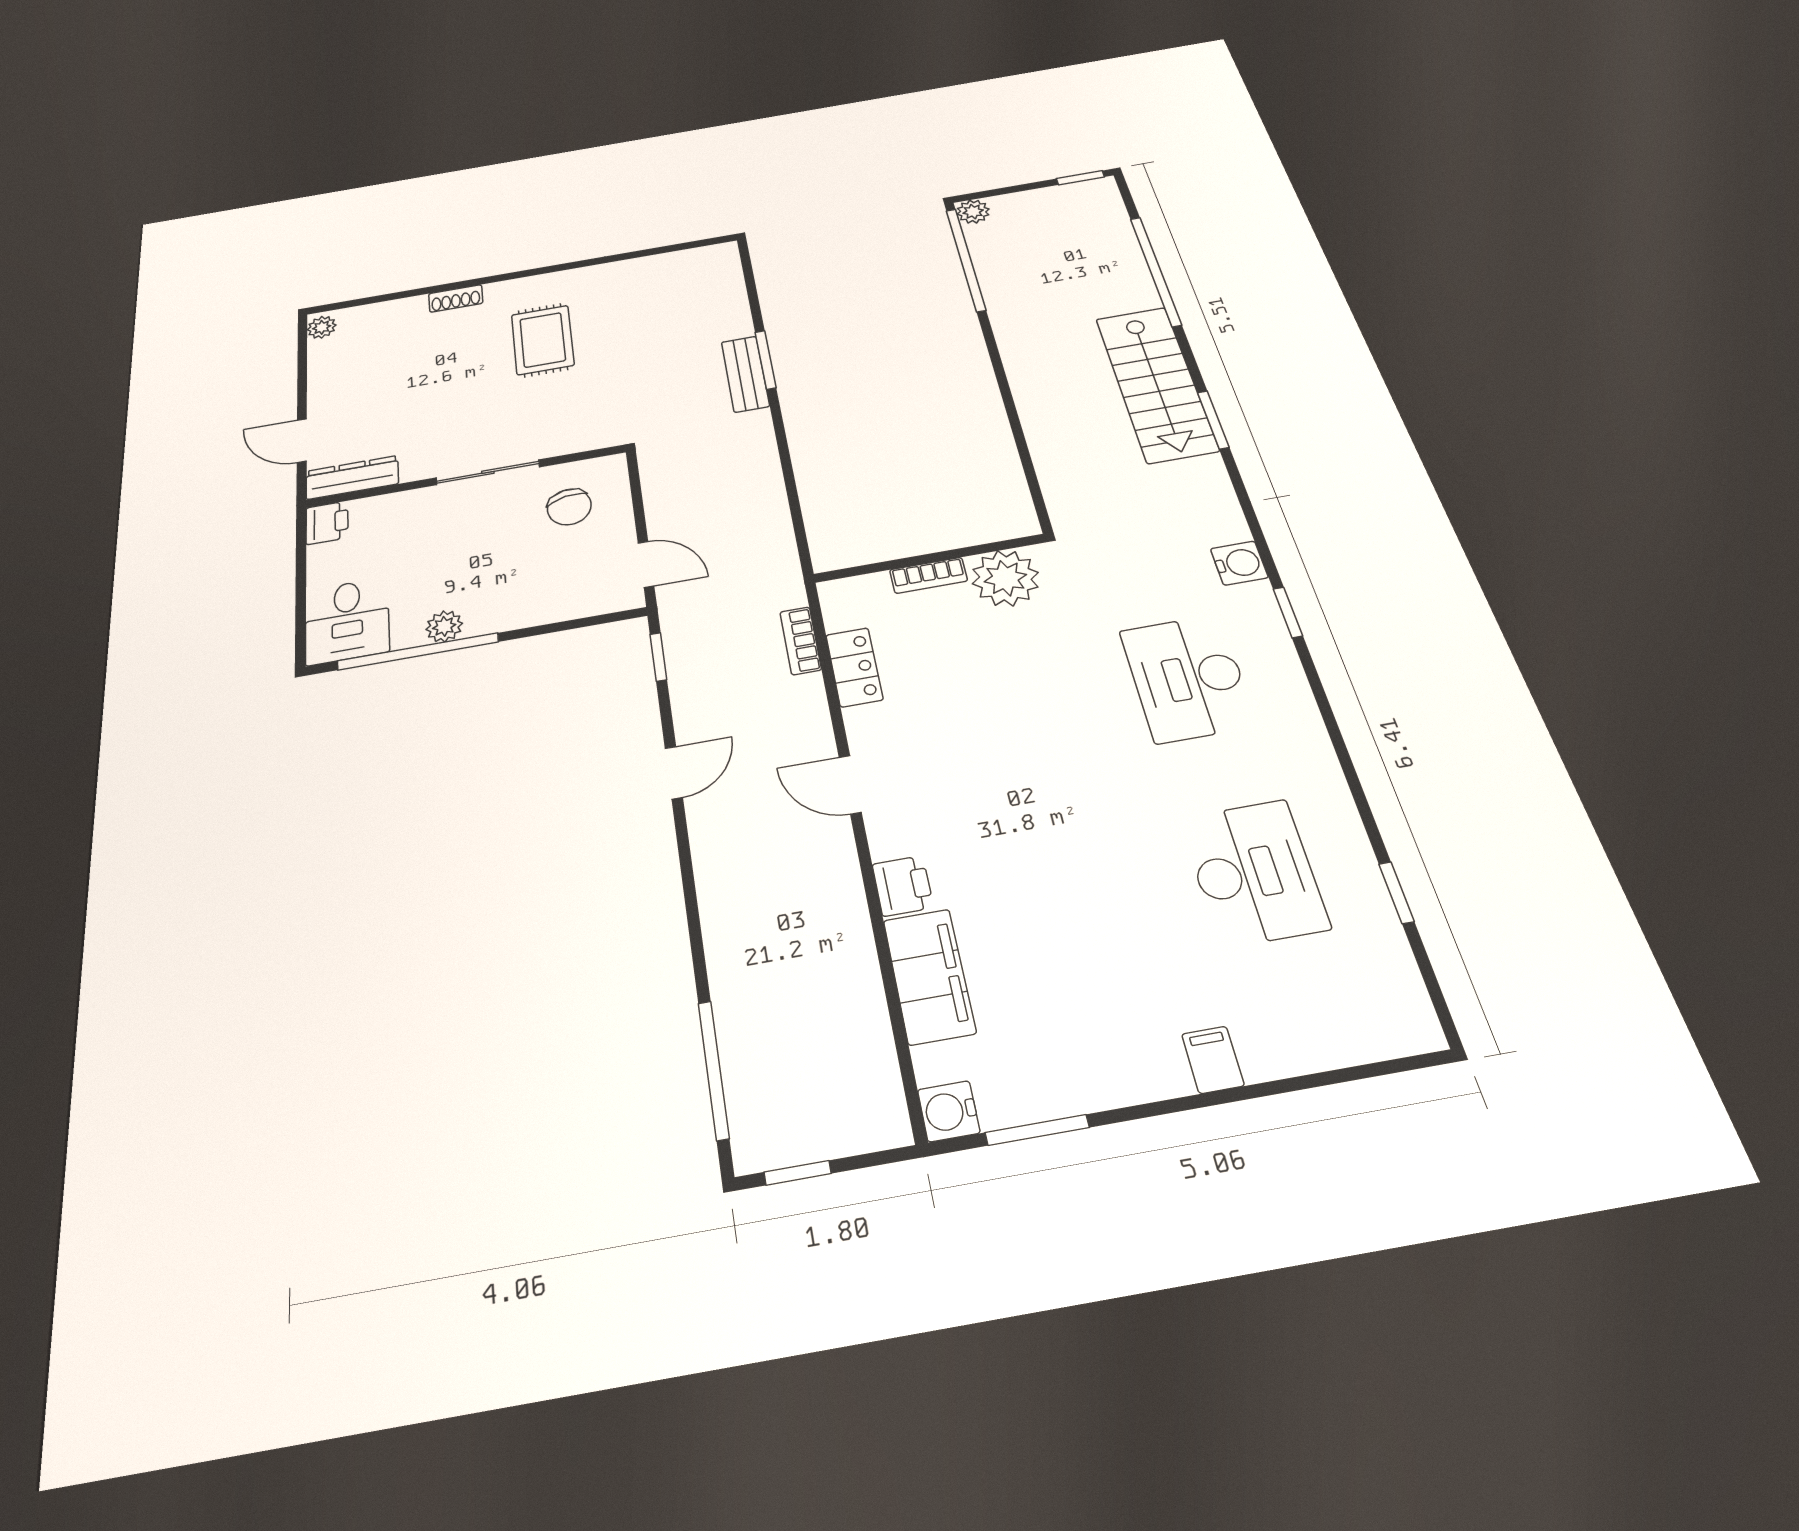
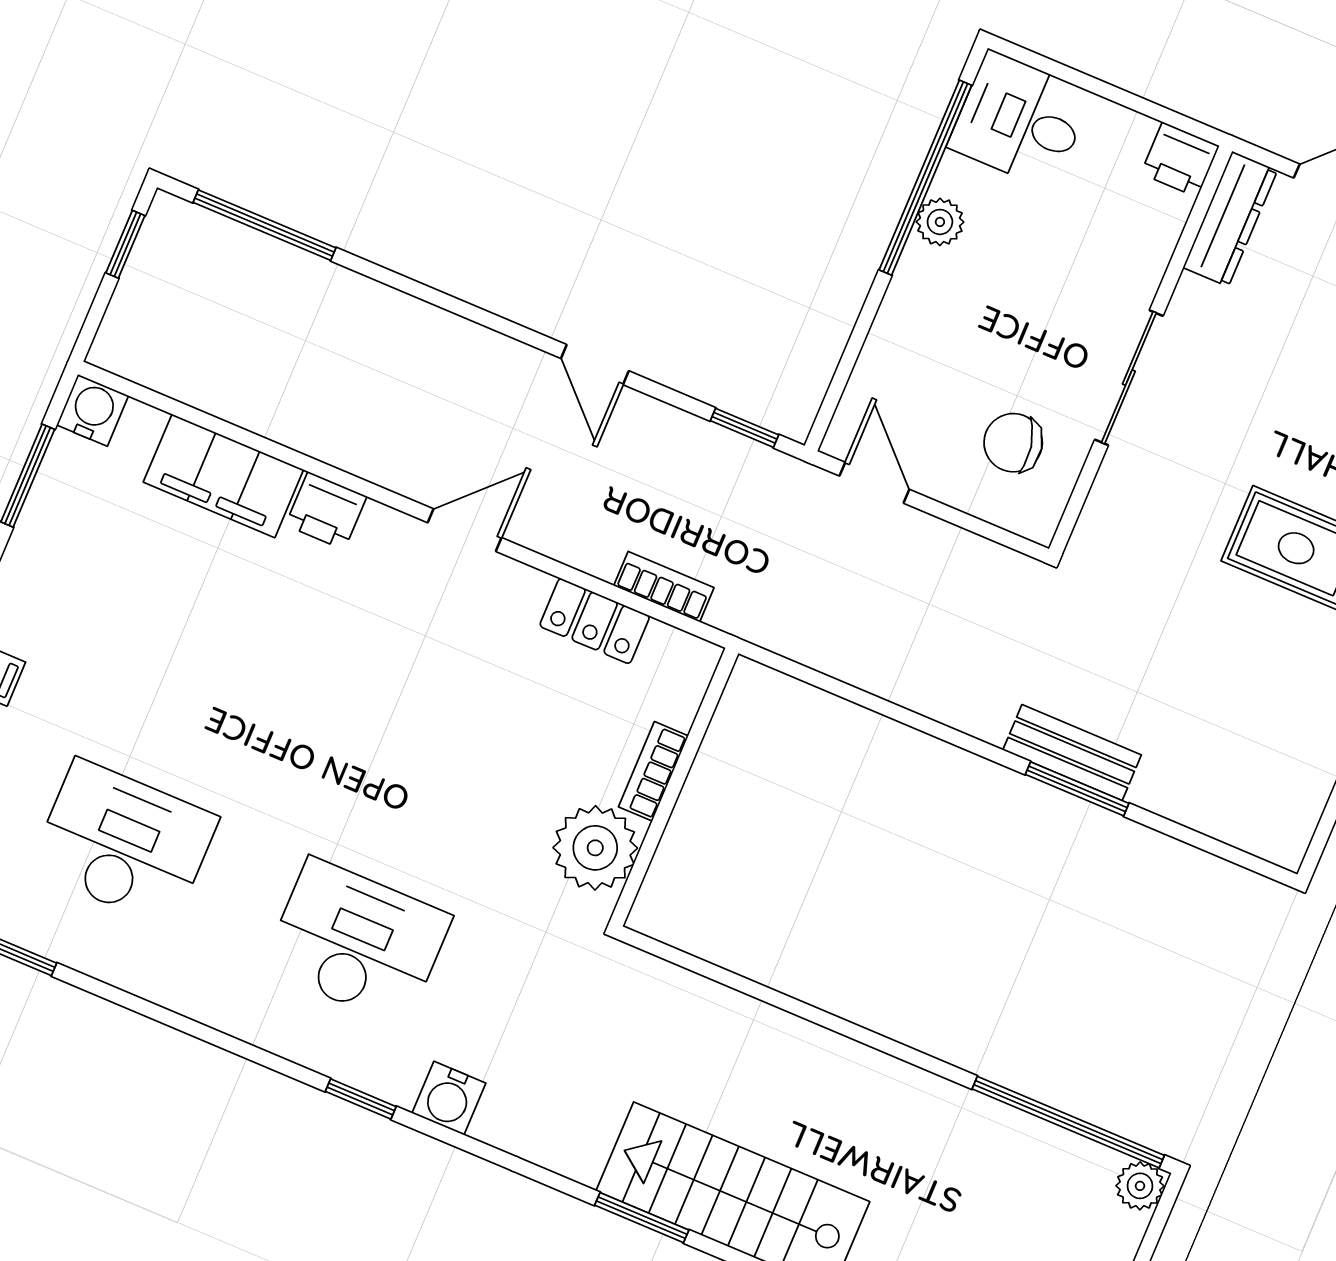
door: (646, 564) -> (874, 483), swing flipped
desk: (1254, 873) -> (124, 843), turned 180

